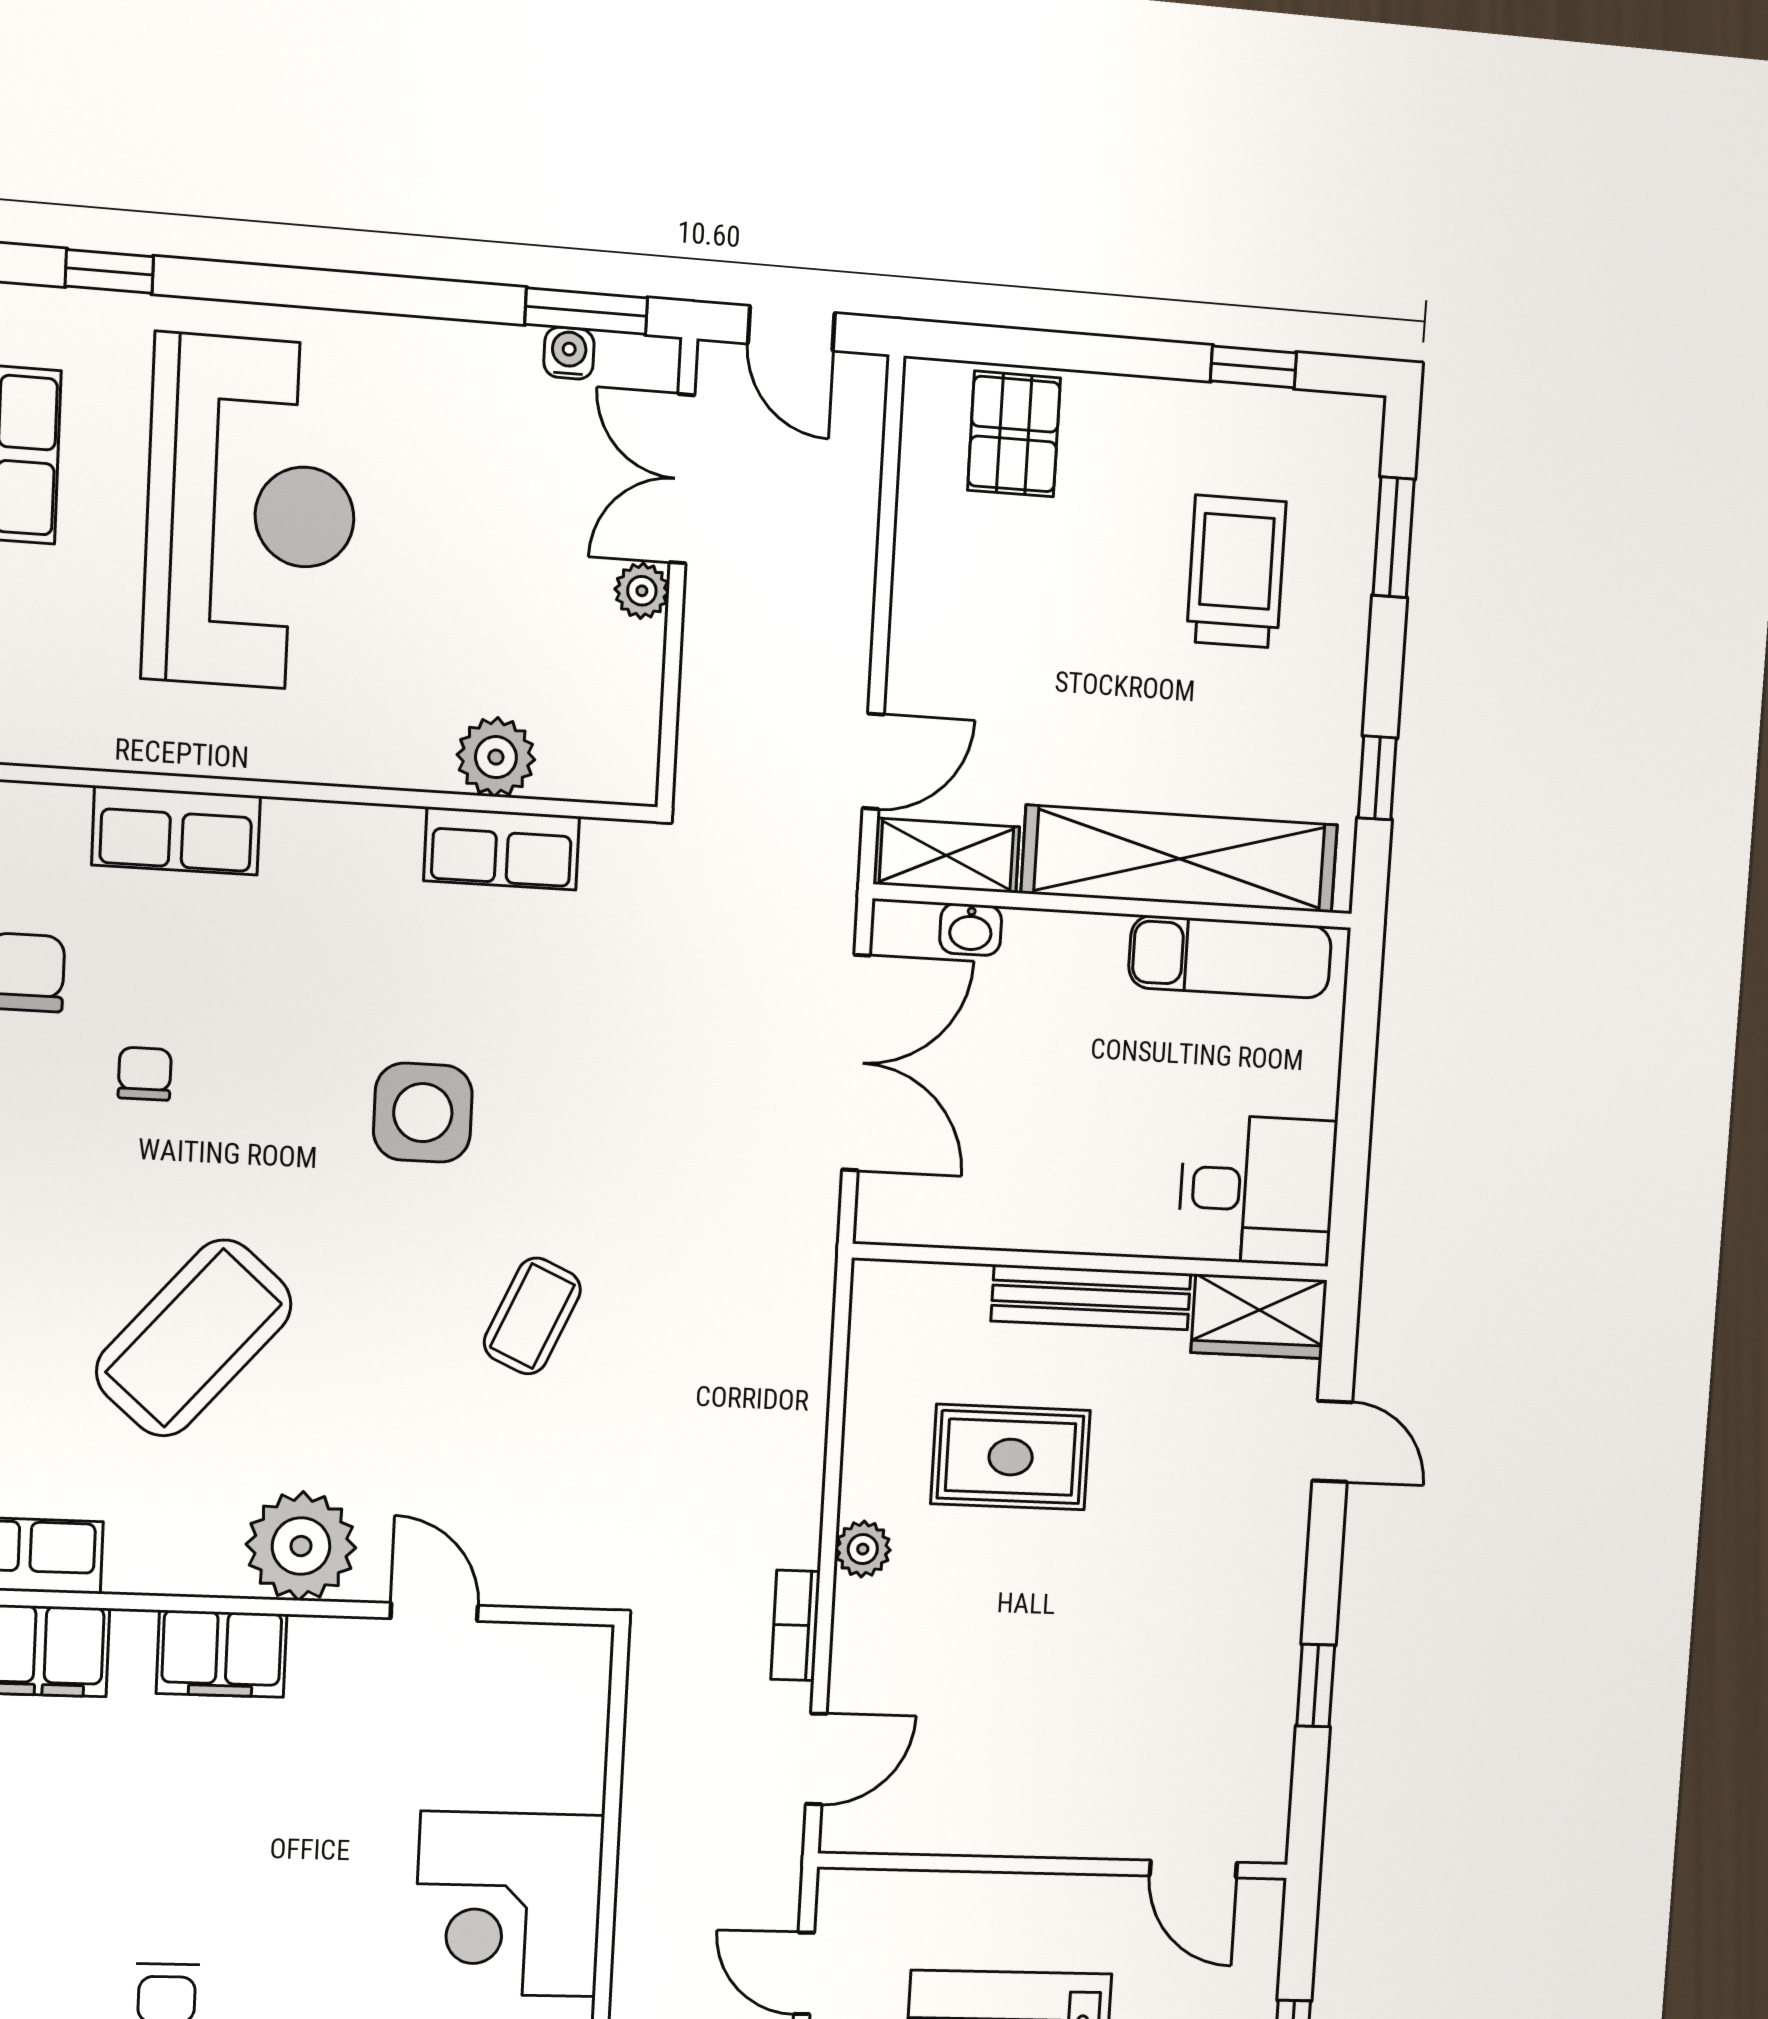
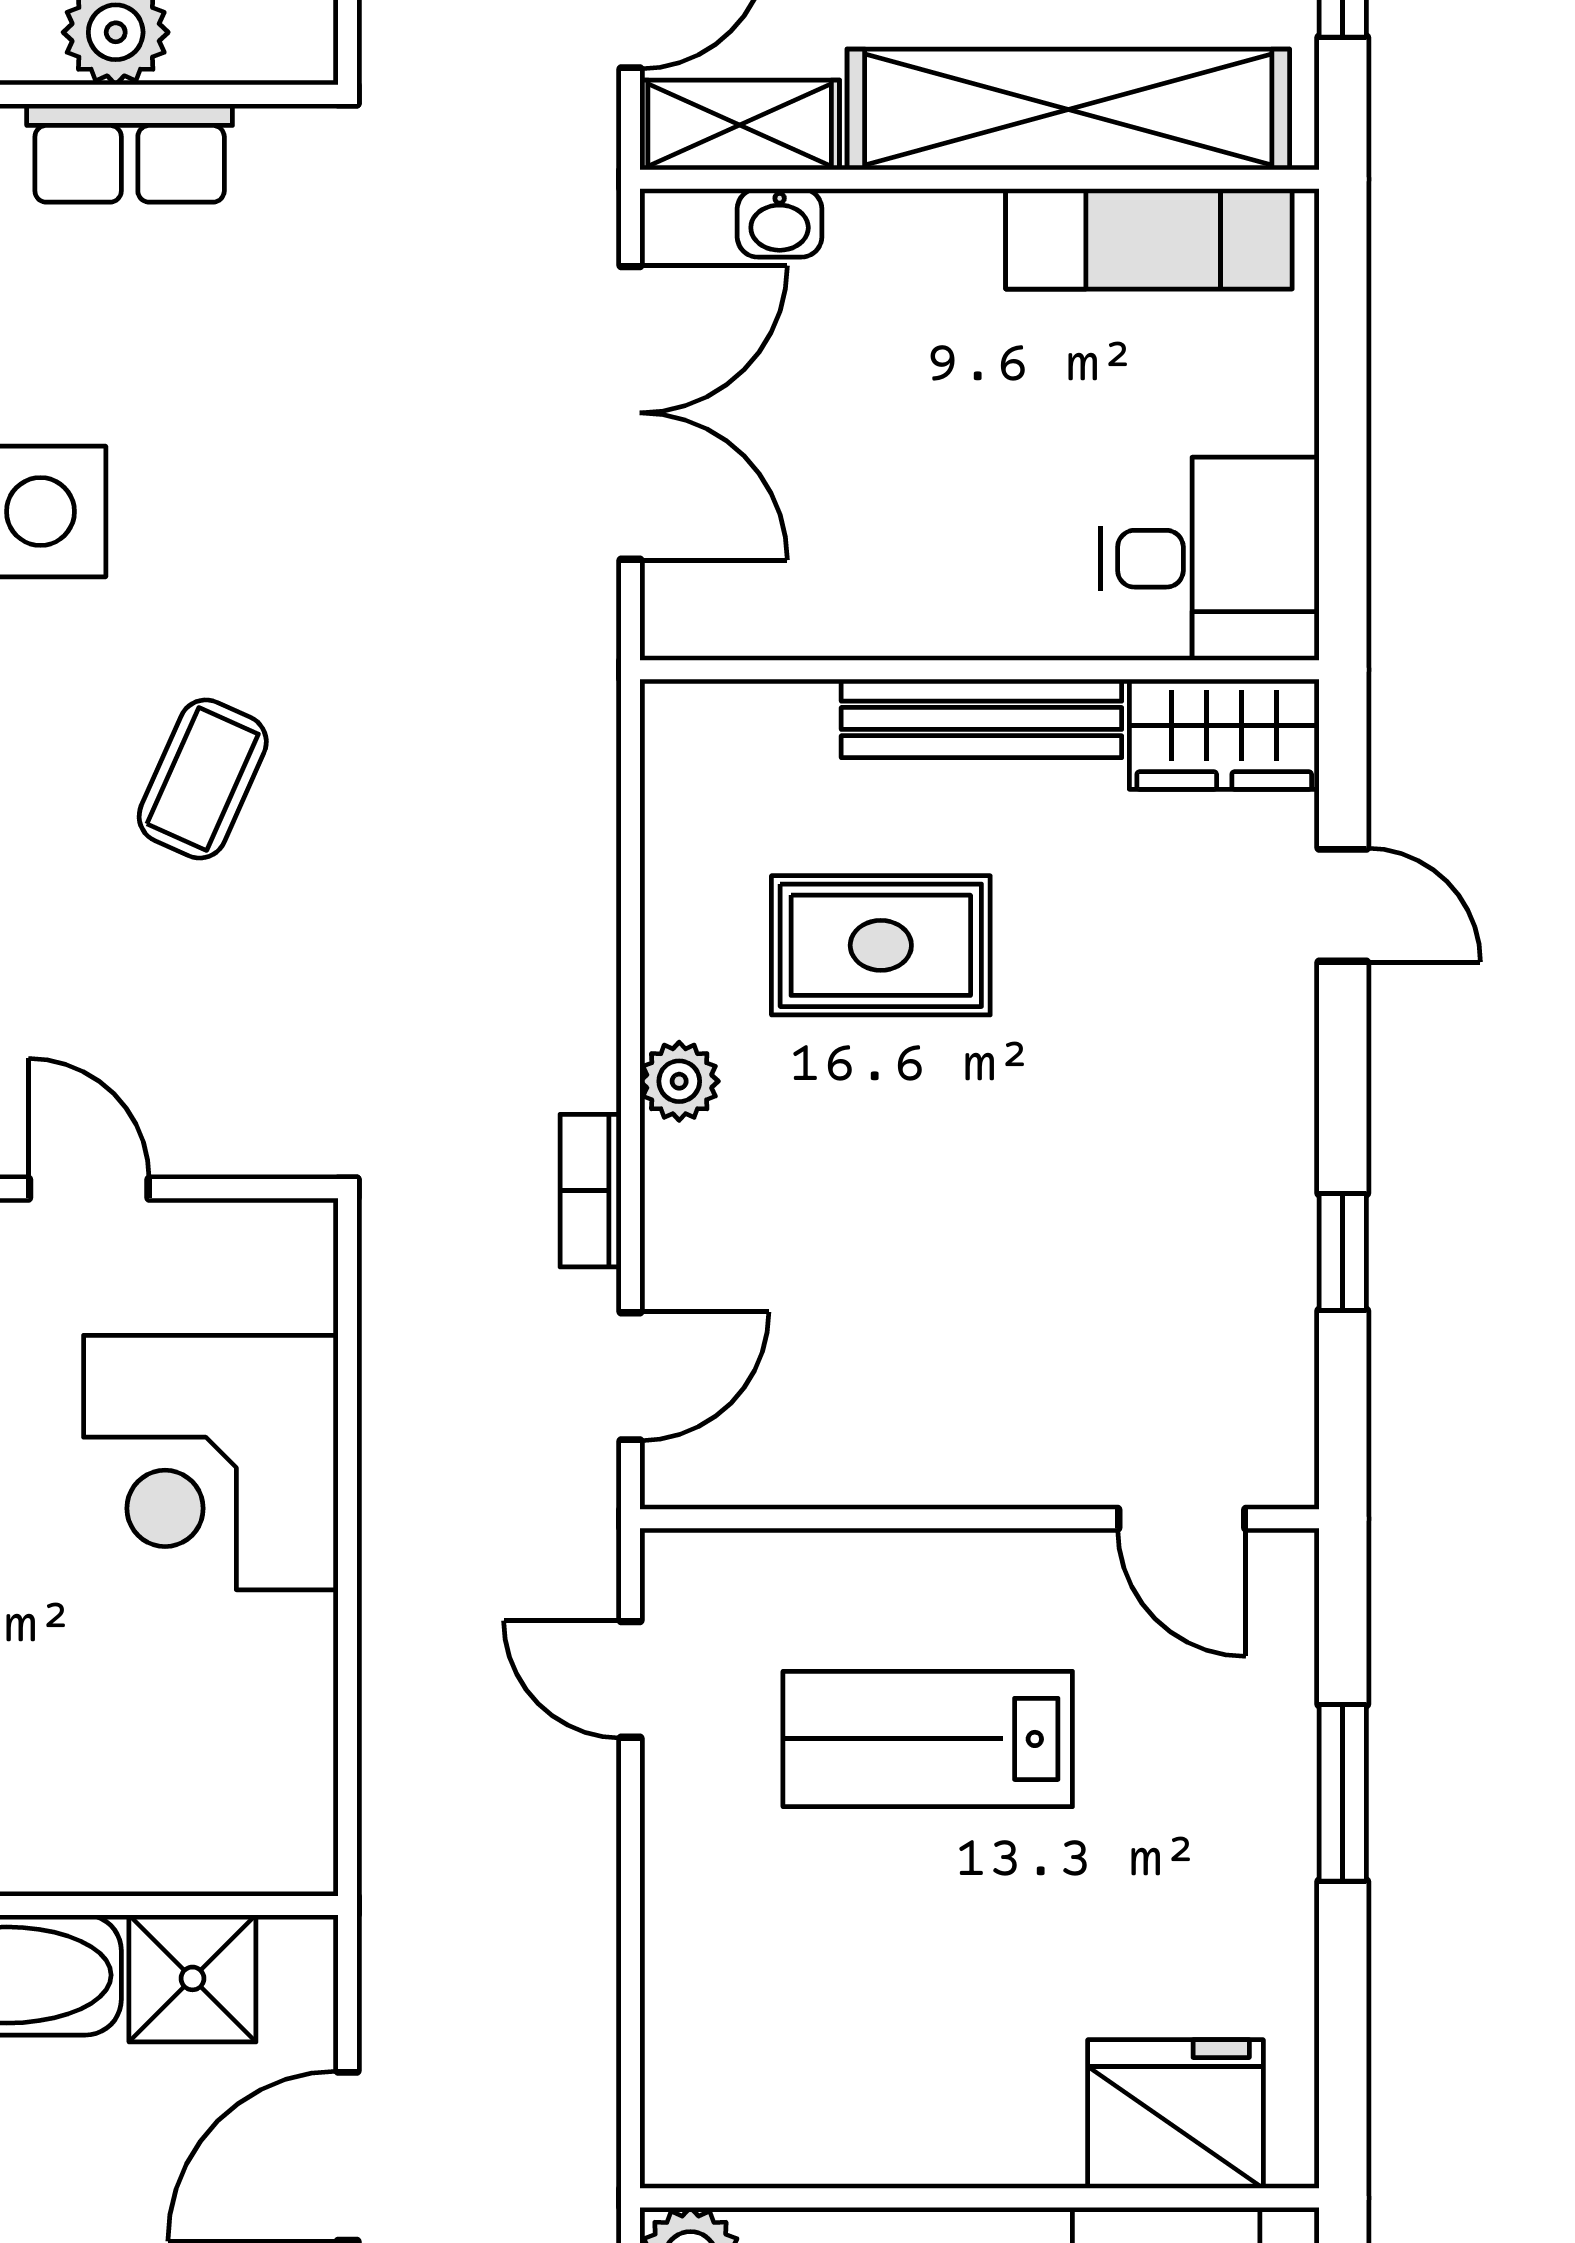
corner desk: (508, 1904) -> (211, 1463), moved

